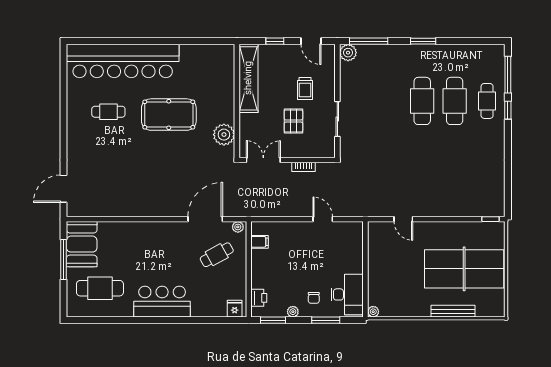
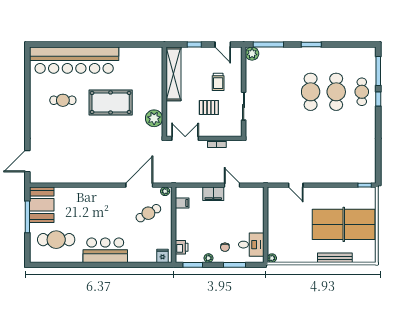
pallet: (293, 121) -> (209, 108), turned 90
filing cabinet: (299, 230) -> (213, 194), added
desk: (347, 294) -> (251, 245), width x0.73

